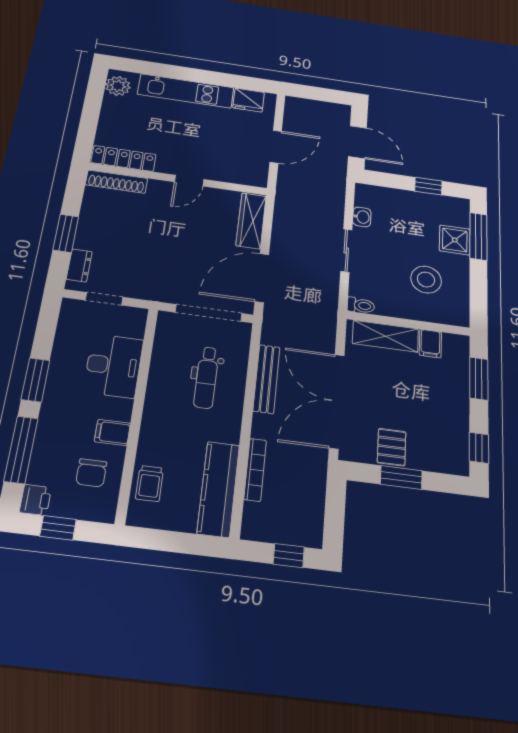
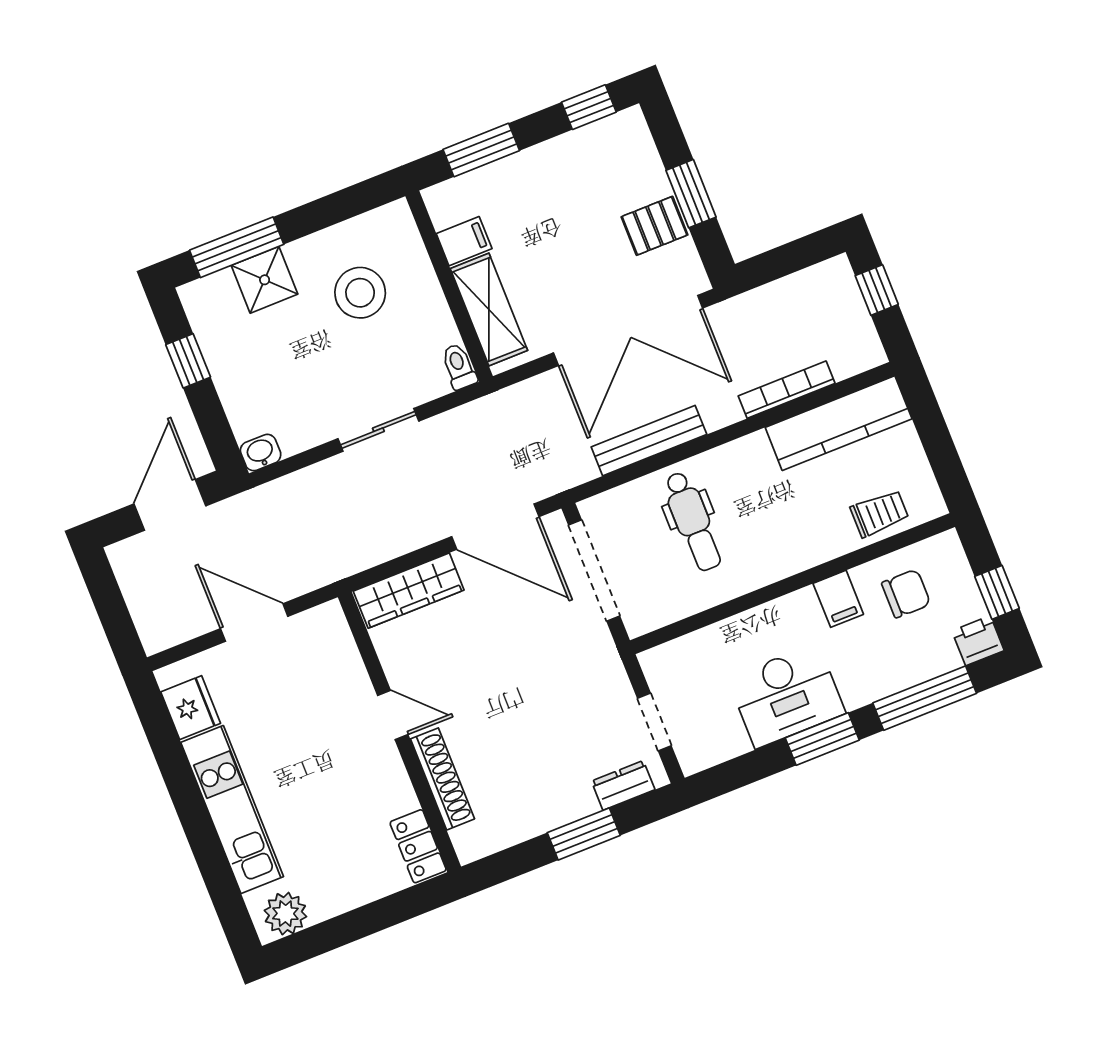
locker: (124, 158) -> (418, 846), width x0.66
shoe rack: (117, 182) -> (442, 779), moved
washbasin: (362, 217) -> (261, 453), moved
desk: (113, 366) -> (787, 696), moved, turned 180
dental chair: (206, 377) -> (693, 521), turned 90

